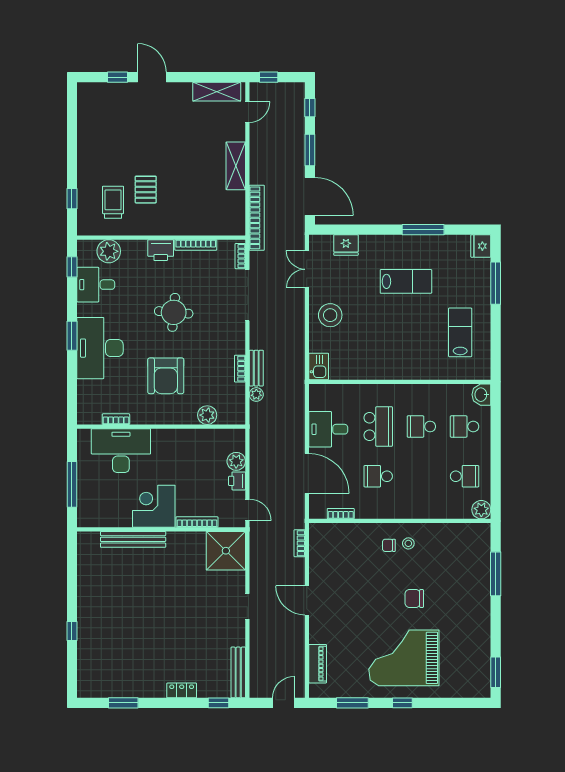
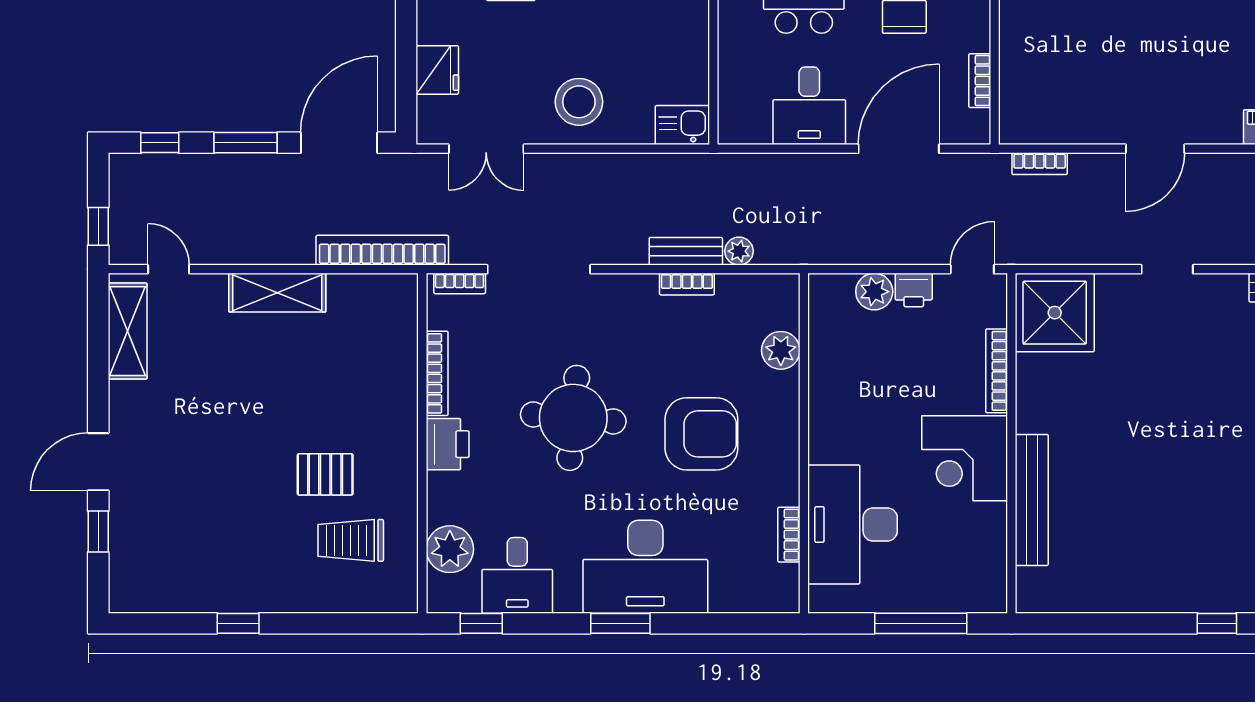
window: (72, 199) -> (238, 623), moved
round table: (174, 312) -> (573, 418), width x1.36, depth x1.36

